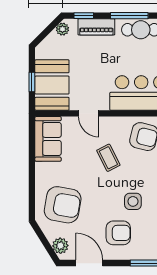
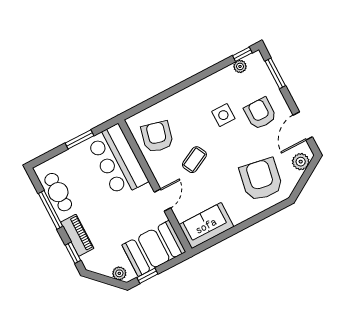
plant: (62, 29) -> (119, 273), moved
window: (32, 82) -> (147, 276), moved

